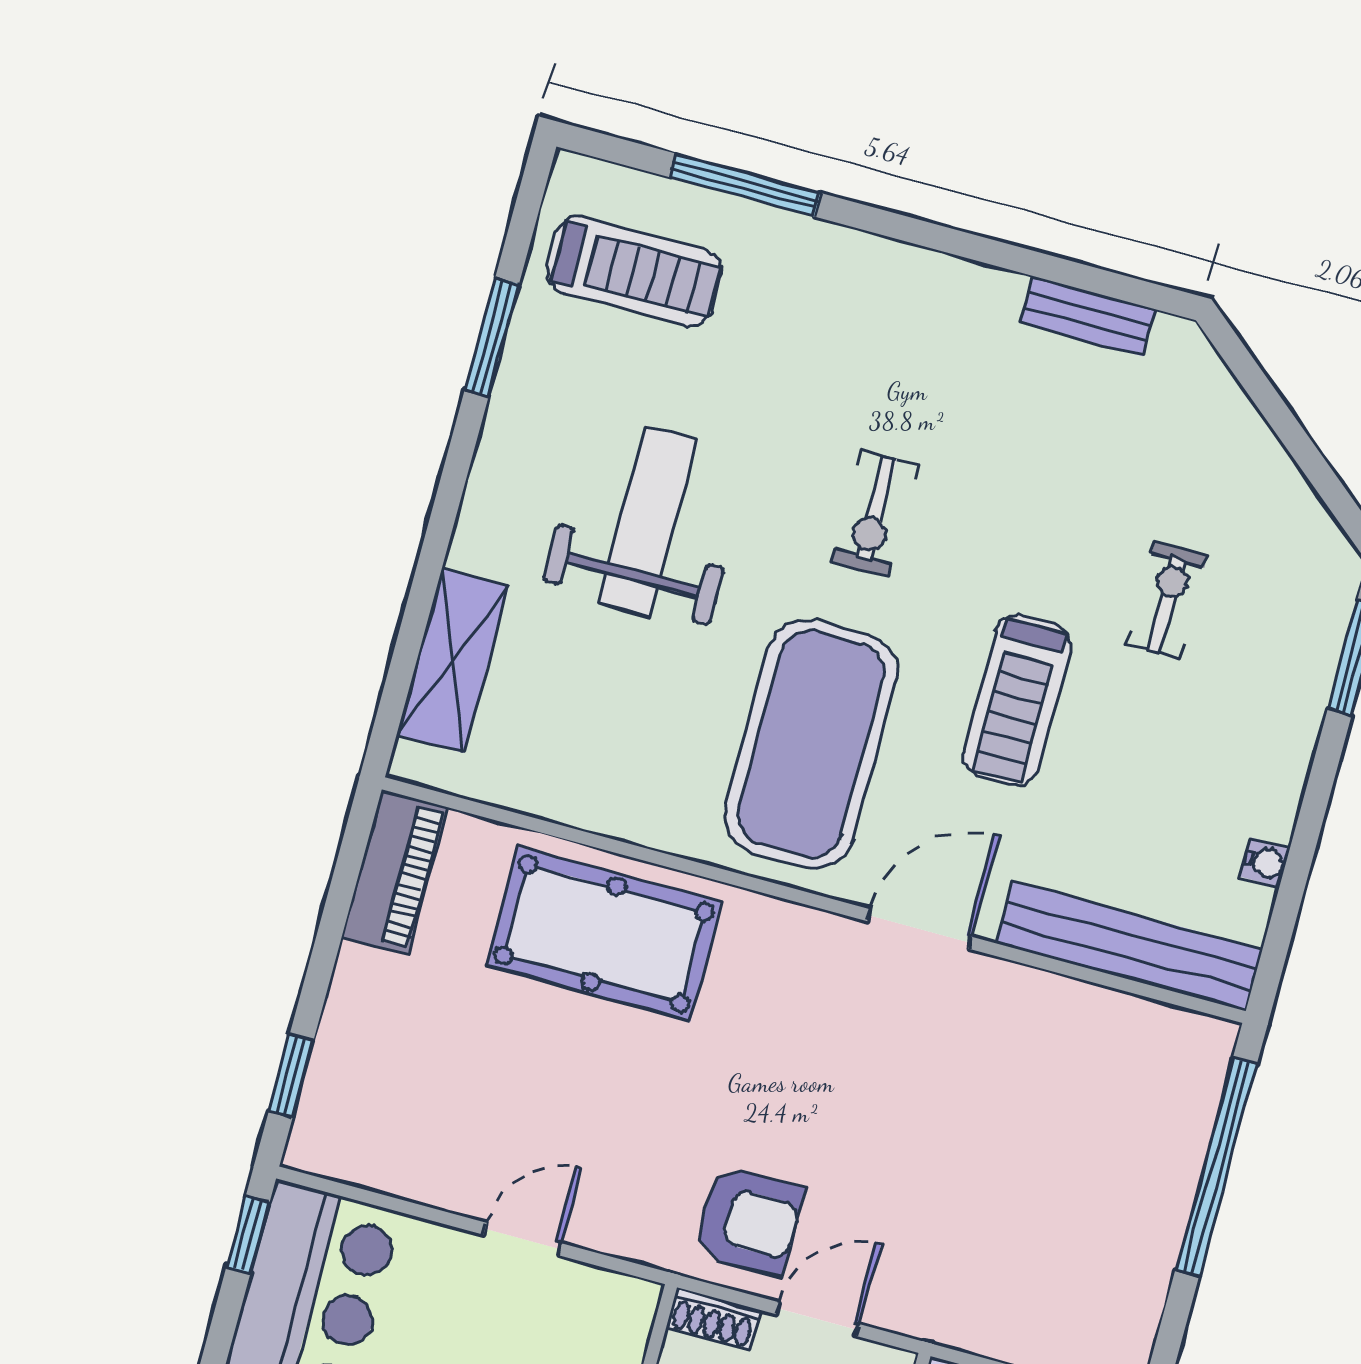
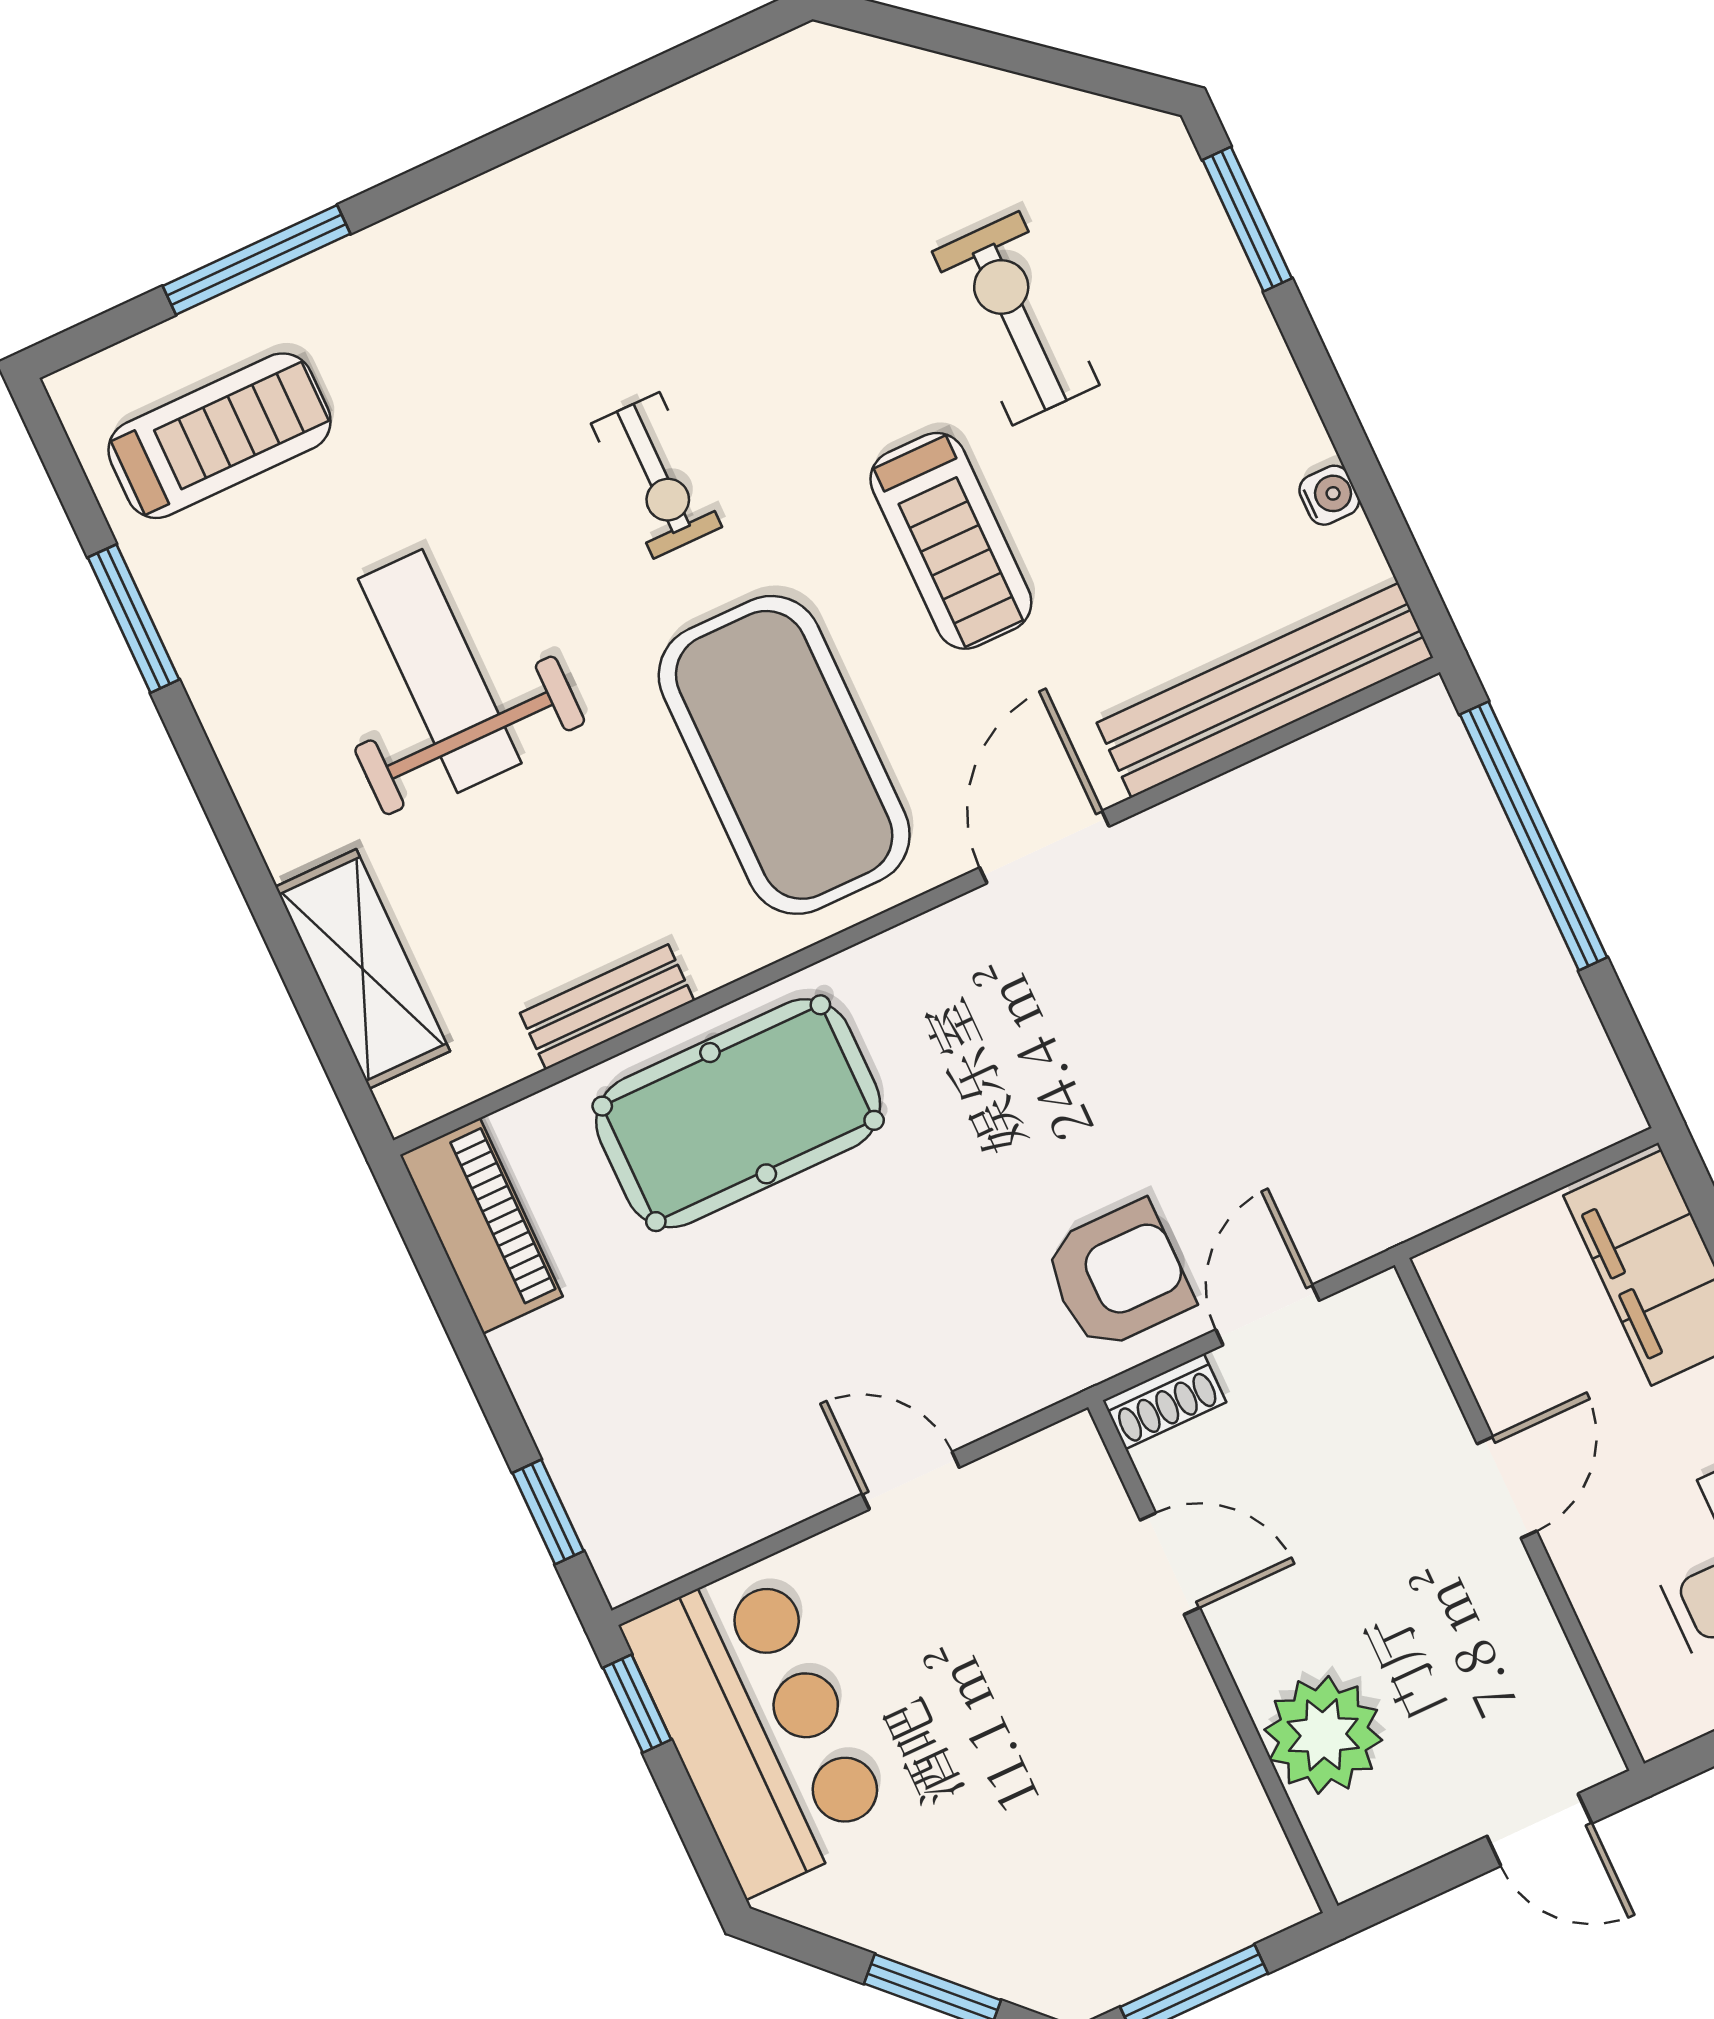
bench: (1088, 316) -> (607, 1007), moved
exercise bike: (1167, 600) -> (1016, 318), width x1.38, depth x1.39
door: (522, 1239) -> (911, 1481), hinge flipped

